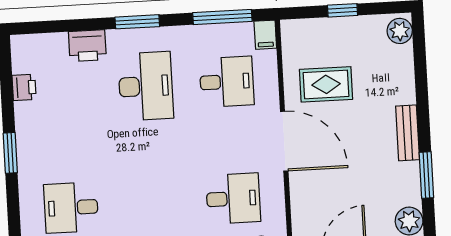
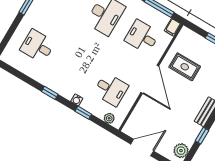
desk: (227, 82) -> (142, 37), turned 180
window: (426, 175) -> (202, 136), width x0.67

